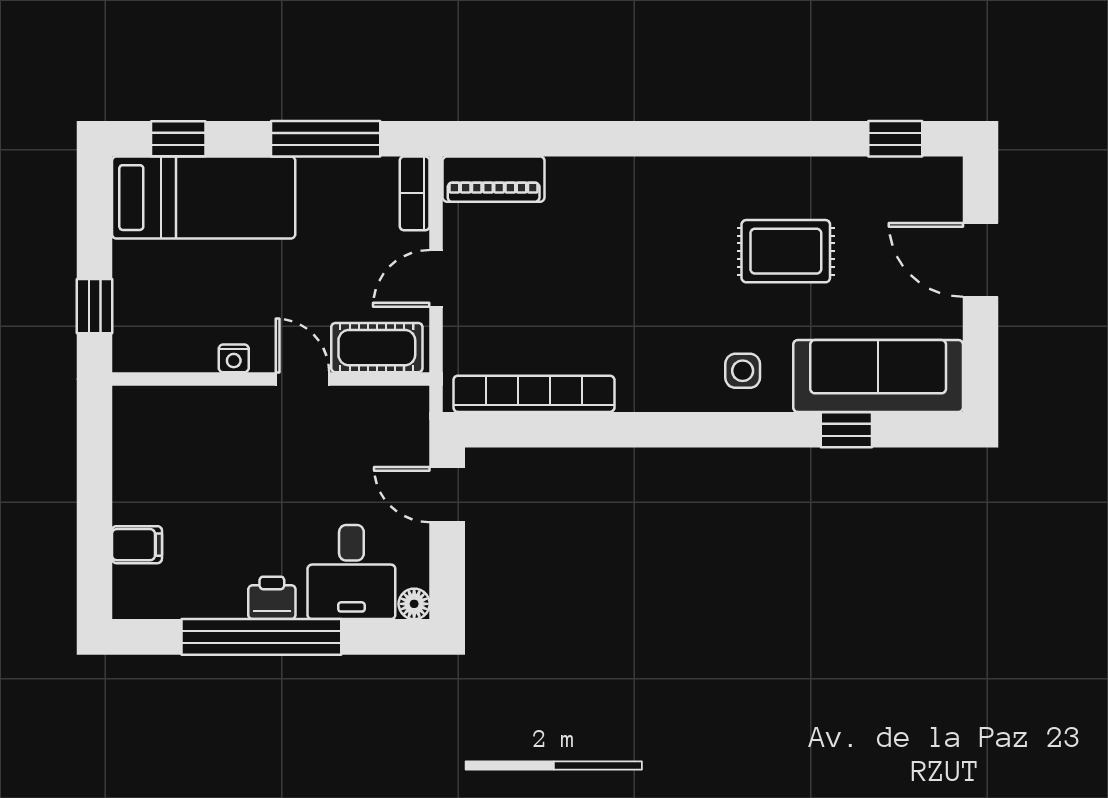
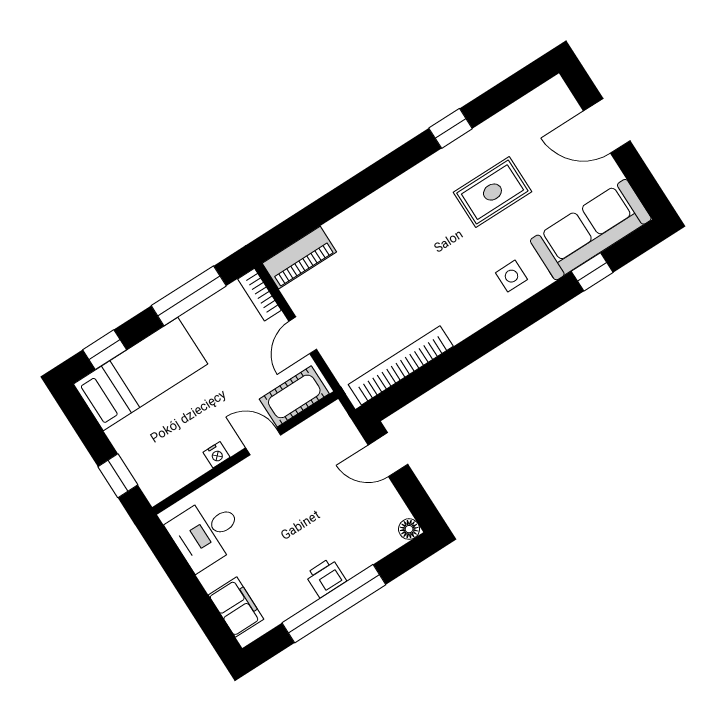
window: (895, 139) -> (451, 128), moved
filing cabinet: (137, 545) -> (236, 607), width x2.00
desk: (351, 572) -> (206, 533), moved, turned 90

